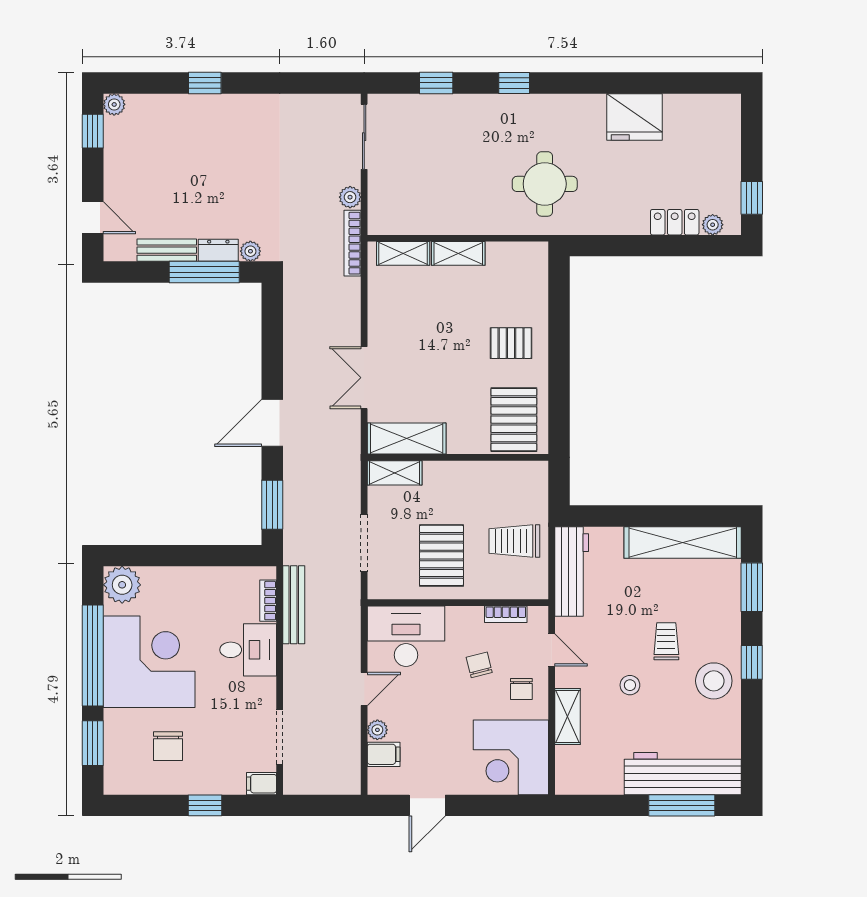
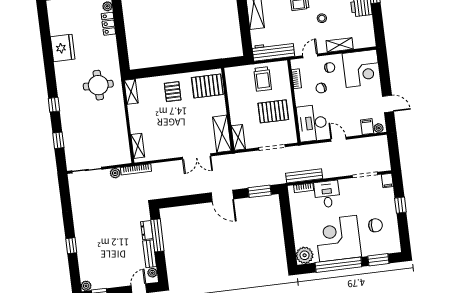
plant: (250, 251) -> (152, 273), moved
shelving: (458, 253) -> (131, 92), moved
plant: (377, 730) -> (379, 128), moved

